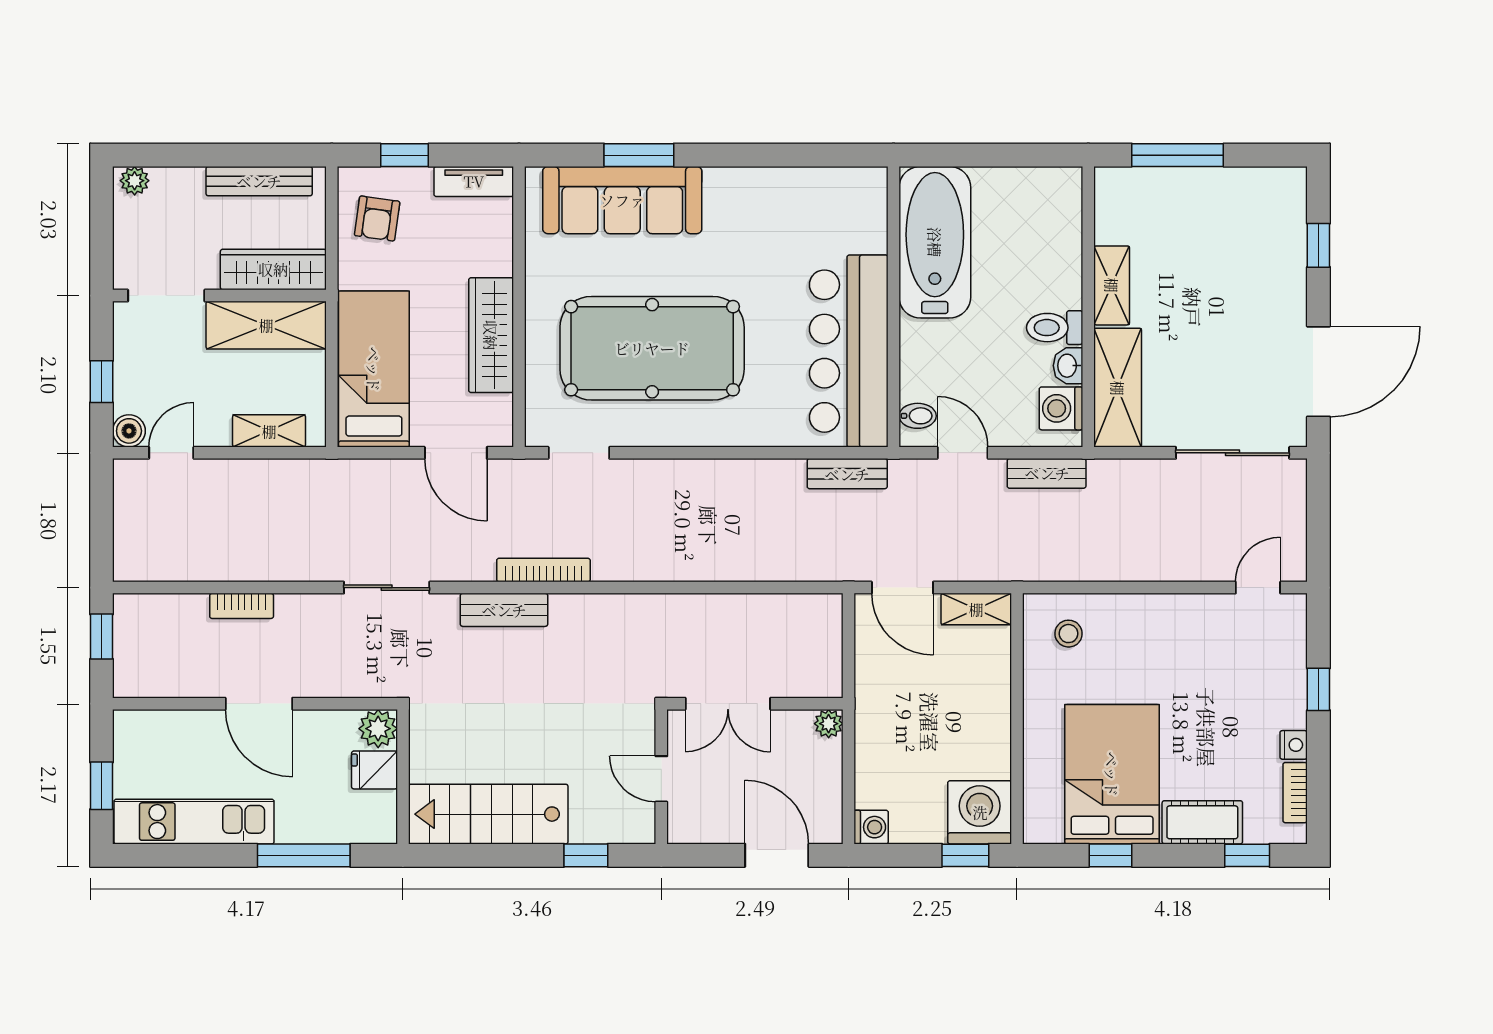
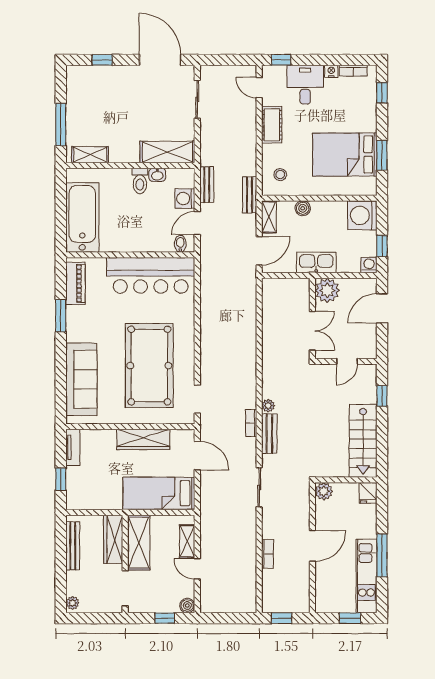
window: (639, 155) -> (61, 316), moved
piano: (831, 187) -> (75, 283), added
armchair: (377, 218) -> (90, 492), removed
bathtub: (935, 242) -> (82, 217), moved, turned 90
shelving: (1112, 285) -> (90, 155), moved
washing machine: (1061, 408) -> (185, 198), moved, turned 90
door: (171, 453) -> (197, 569), moved
door: (456, 453) -> (197, 456), hinge flipped
sliding door: (1233, 453) -> (197, 99), width x0.73
bench: (847, 474) -> (250, 195), moved
bookcase: (543, 570) -> (251, 423), width x0.64
plant: (565, 607) -> (268, 406), added
boiler: (995, 683) -> (303, 208), added
desk: (1265, 688) -> (305, 85), added
window: (1318, 689) -> (281, 60), moved
kitchen sink: (877, 712) -> (316, 262), added
plant: (829, 724) -> (327, 290), width x1.87, depth x1.87
fridge: (375, 770) -> (368, 493), moved
cot: (1202, 822) -> (272, 125), moved
window: (304, 855) -> (382, 555), moved
window: (965, 855) -> (382, 246), moved
window: (1110, 855) -> (382, 155), width x1.50

